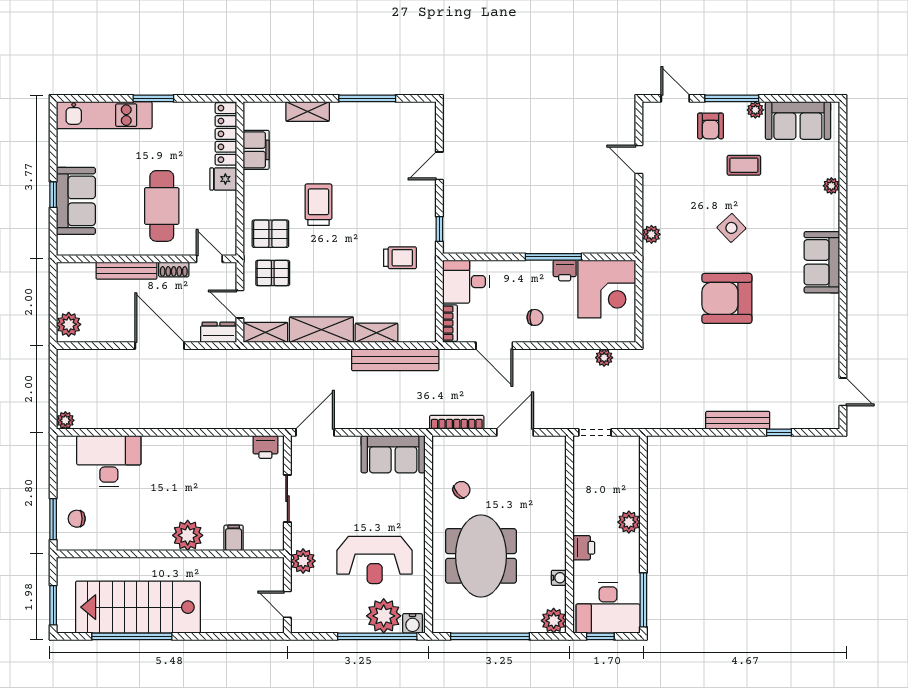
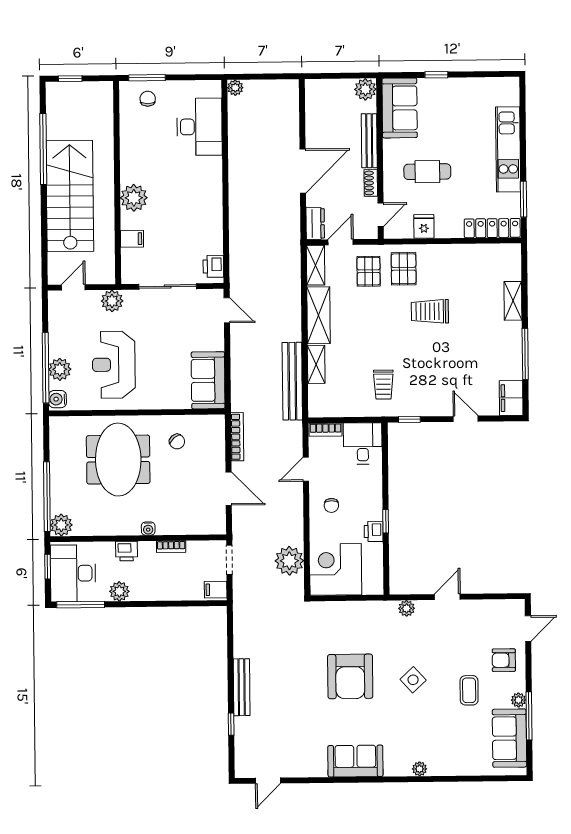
window: (153, 98) -> (524, 199), moved
window: (732, 98) -> (529, 716), moved
kitchen unit: (104, 115) -> (508, 149), moved
filing cabinet: (256, 150) -> (511, 398), moved, turned 90
door: (639, 160) -> (447, 597), moved
fridge: (223, 179) -> (424, 226), moved
plant: (831, 186) -> (420, 769), moved
sofa: (76, 201) -> (400, 108), moved, turned -90
trolley: (318, 205) -> (430, 311), turned 180
cafe table: (162, 206) -> (427, 172), width x0.73, depth x0.74
window: (553, 257) -> (386, 521), width x0.46
sofa: (822, 262) -> (355, 761), moved
corner desk: (607, 289) -> (336, 569), moved, turned 90
armchair: (727, 298) -> (350, 676), turned 180
plant: (69, 324) -> (365, 89), moved
door: (494, 346) -> (306, 469), width x0.73
plant: (604, 358) -> (289, 561), width x1.88, depth x1.88
door: (315, 432) -> (227, 310), width x0.73
filing cabinet: (628, 448) -> (216, 590), added
bookcase: (579, 498) -> (171, 547), added
sliding door: (287, 499) -> (168, 286), width x1.37
plant: (629, 522) -> (119, 591), moved
meeting table: (481, 556) -> (118, 460), turned 90
water cooler: (559, 578) -> (148, 529), moved
window: (53, 605) -> (70, 79), width x0.67
stairs: (138, 607) -> (70, 196), moved
plant: (384, 616) -> (60, 369), width x0.73, depth x0.73
window: (490, 636) -> (47, 497), moved

